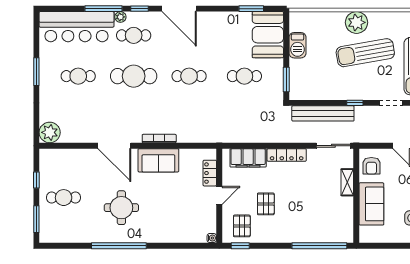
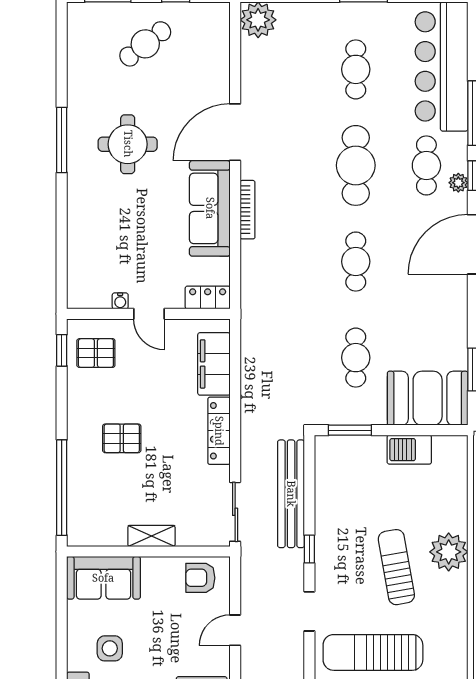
plant: (120, 17) -> (458, 183), moved
sun lounger: (365, 53) -> (396, 567), width x0.73, depth x0.75
sofa: (158, 160) -> (210, 208), width x1.36
locker: (210, 173) -> (208, 297), moved
shelving: (347, 182) -> (151, 536), moved
cafe table: (64, 198) -> (145, 44), turned 52
pallet: (266, 204) -> (122, 438), moved
sofa: (371, 204) -> (103, 578), moved
water cooler: (212, 238) -> (120, 301), moved
window: (119, 246) -> (62, 140), width x0.68

